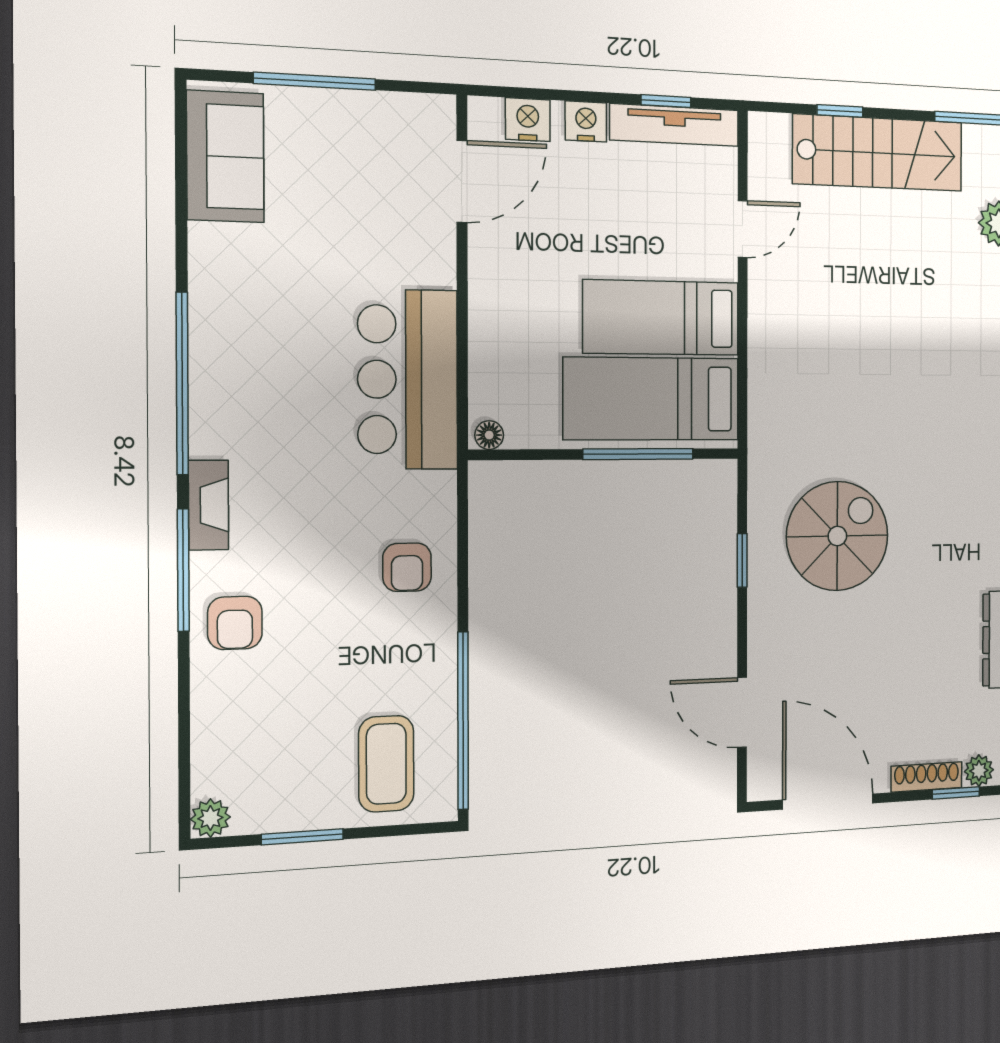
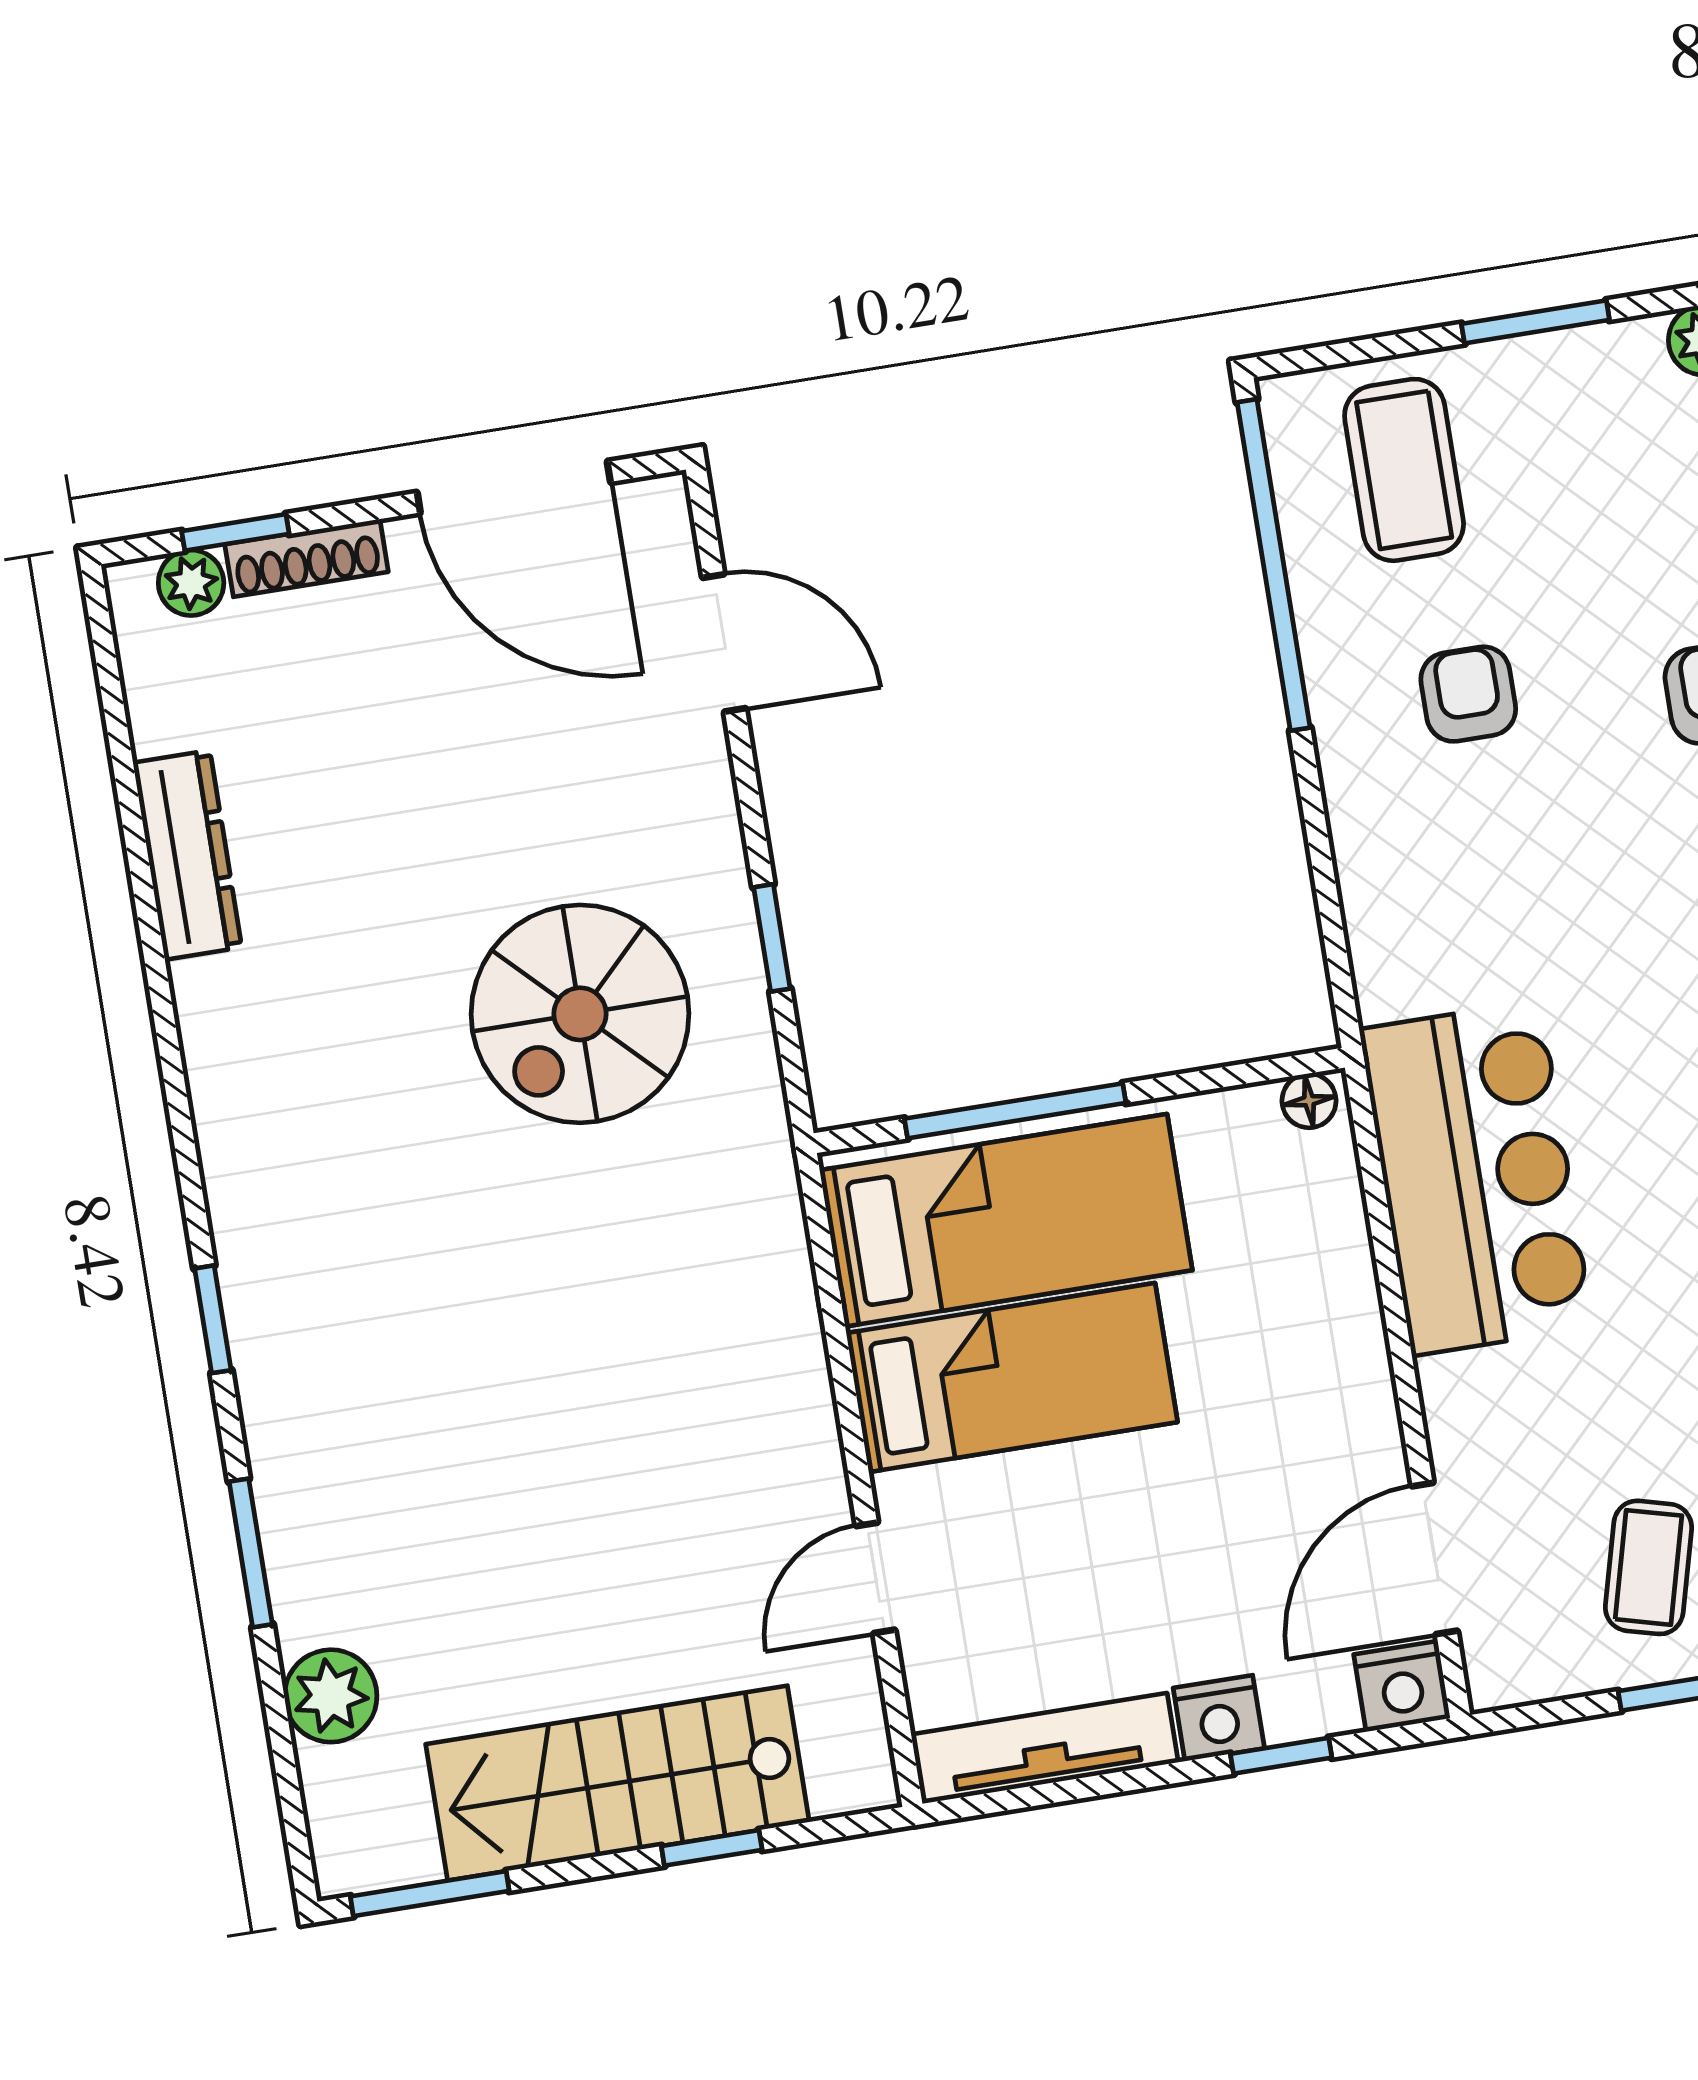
window: (666, 101) -> (1281, 1756), moved
nightstand: (528, 120) -> (1402, 1686), moved
coffee table: (348, 153) -> (1649, 1567), added
armchair: (407, 567) -> (1468, 694), moved

